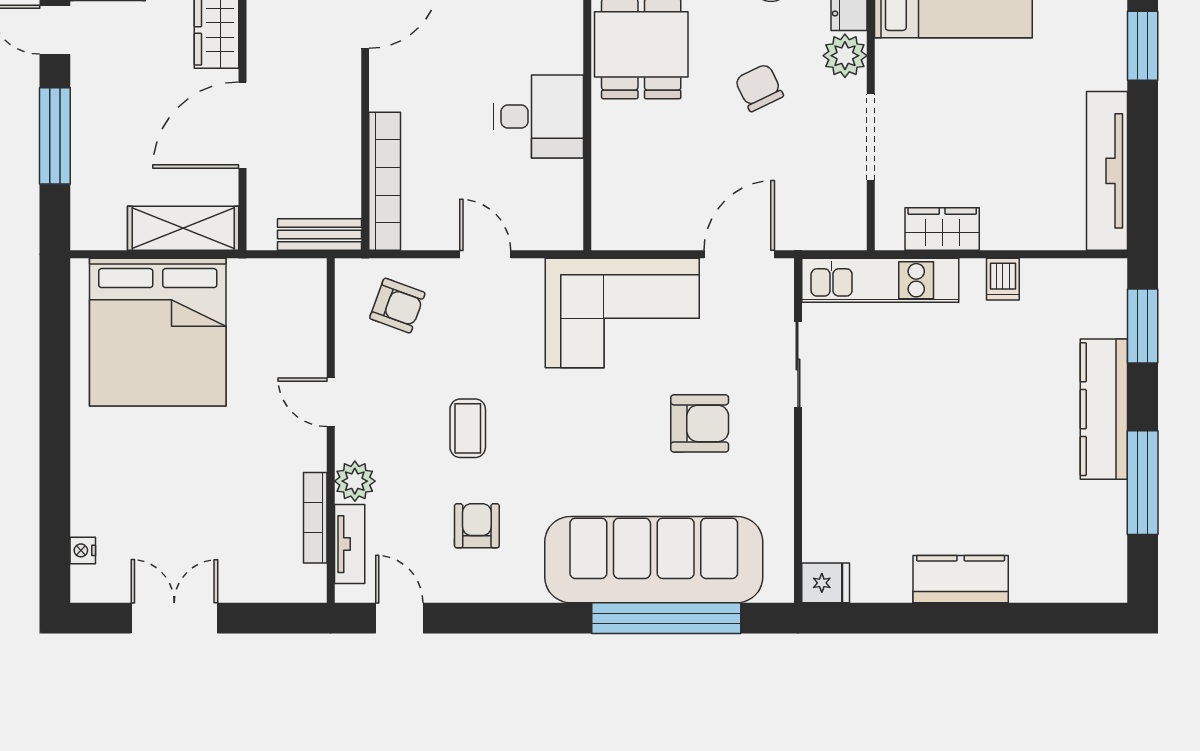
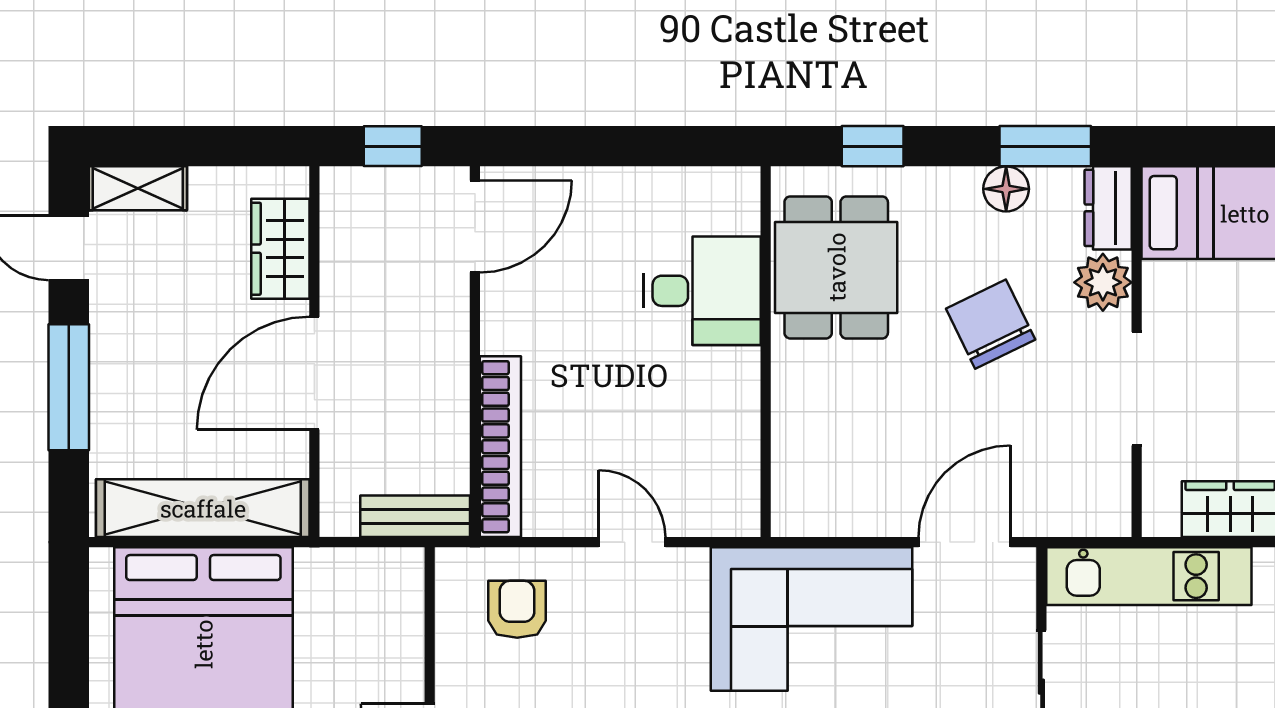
chair: (759, 88) -> (991, 324), width x1.37, depth x1.37
desk: (539, 117) -> (702, 291), moved
shelving: (183, 228) -> (203, 508), width x1.47
armchair: (397, 306) -> (517, 609), turned -110

